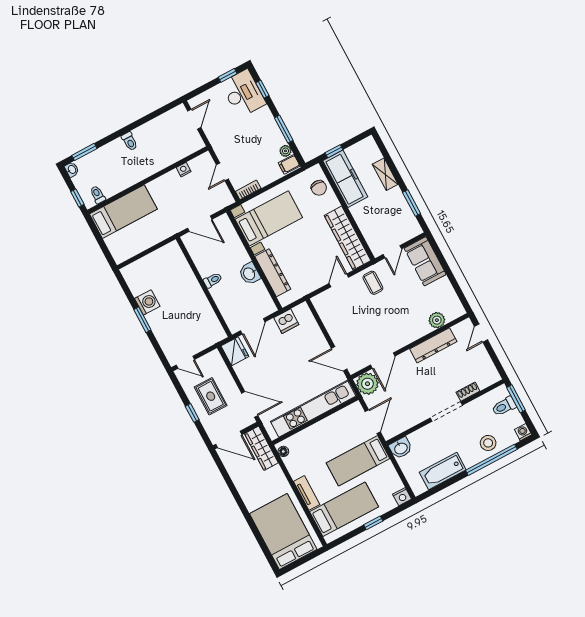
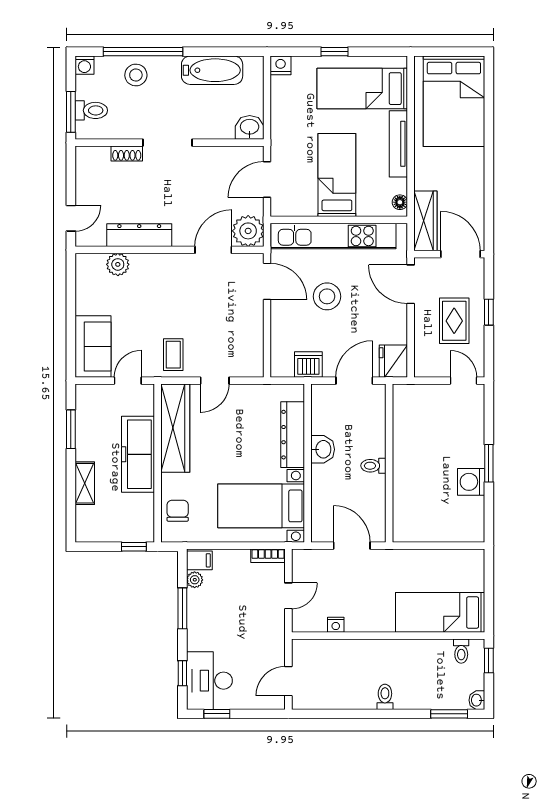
freezer: (345, 179) -> (138, 454), moved
stool: (297, 369) -> (327, 296), added
bed: (358, 461) -> (337, 175), moved, turned -90
tv unit: (307, 493) -> (398, 144), width x1.41

